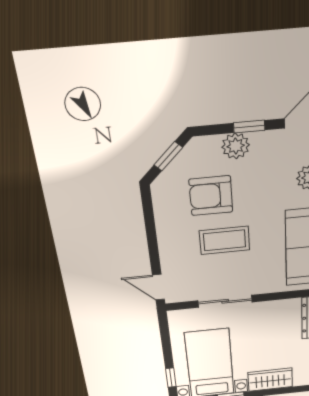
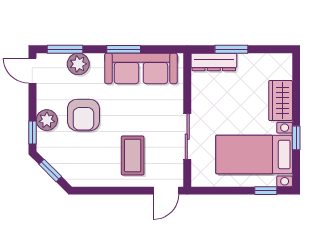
window: (249, 127) -> (32, 133), moved
armchair: (211, 196) -> (83, 115), moved
coffee table: (225, 240) -> (133, 155), moved

